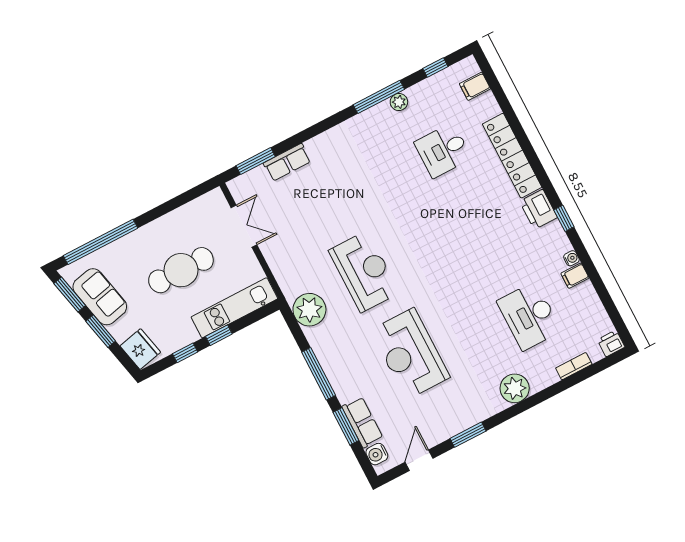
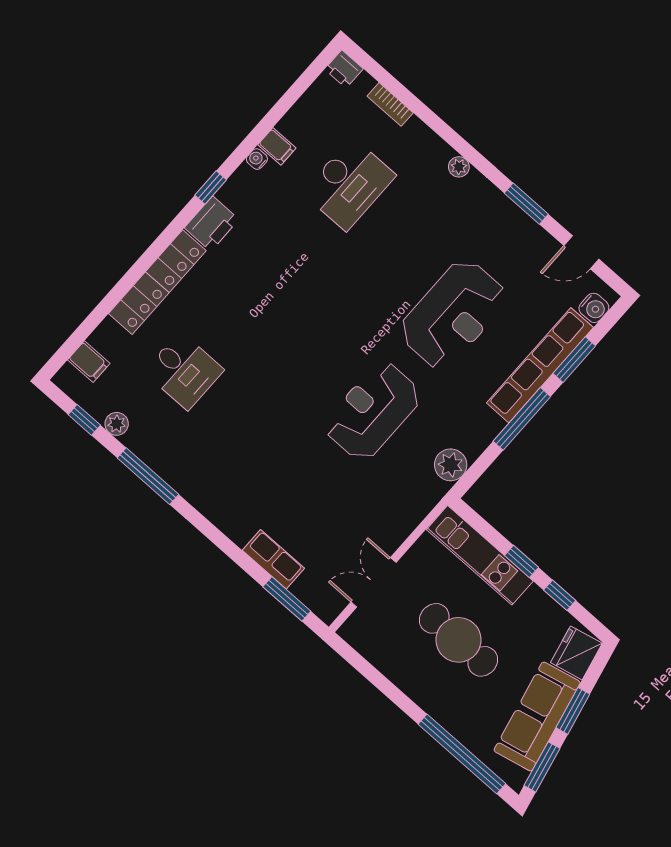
plant: (399, 102) -> (117, 424), moved
sofa: (100, 297) -> (537, 716), width x1.36
plant: (309, 310) -> (451, 465), width x0.73, depth x0.73
plant: (515, 388) -> (459, 167), width x0.53, depth x0.53
row of seats: (362, 422) -> (540, 365), width x2.02

